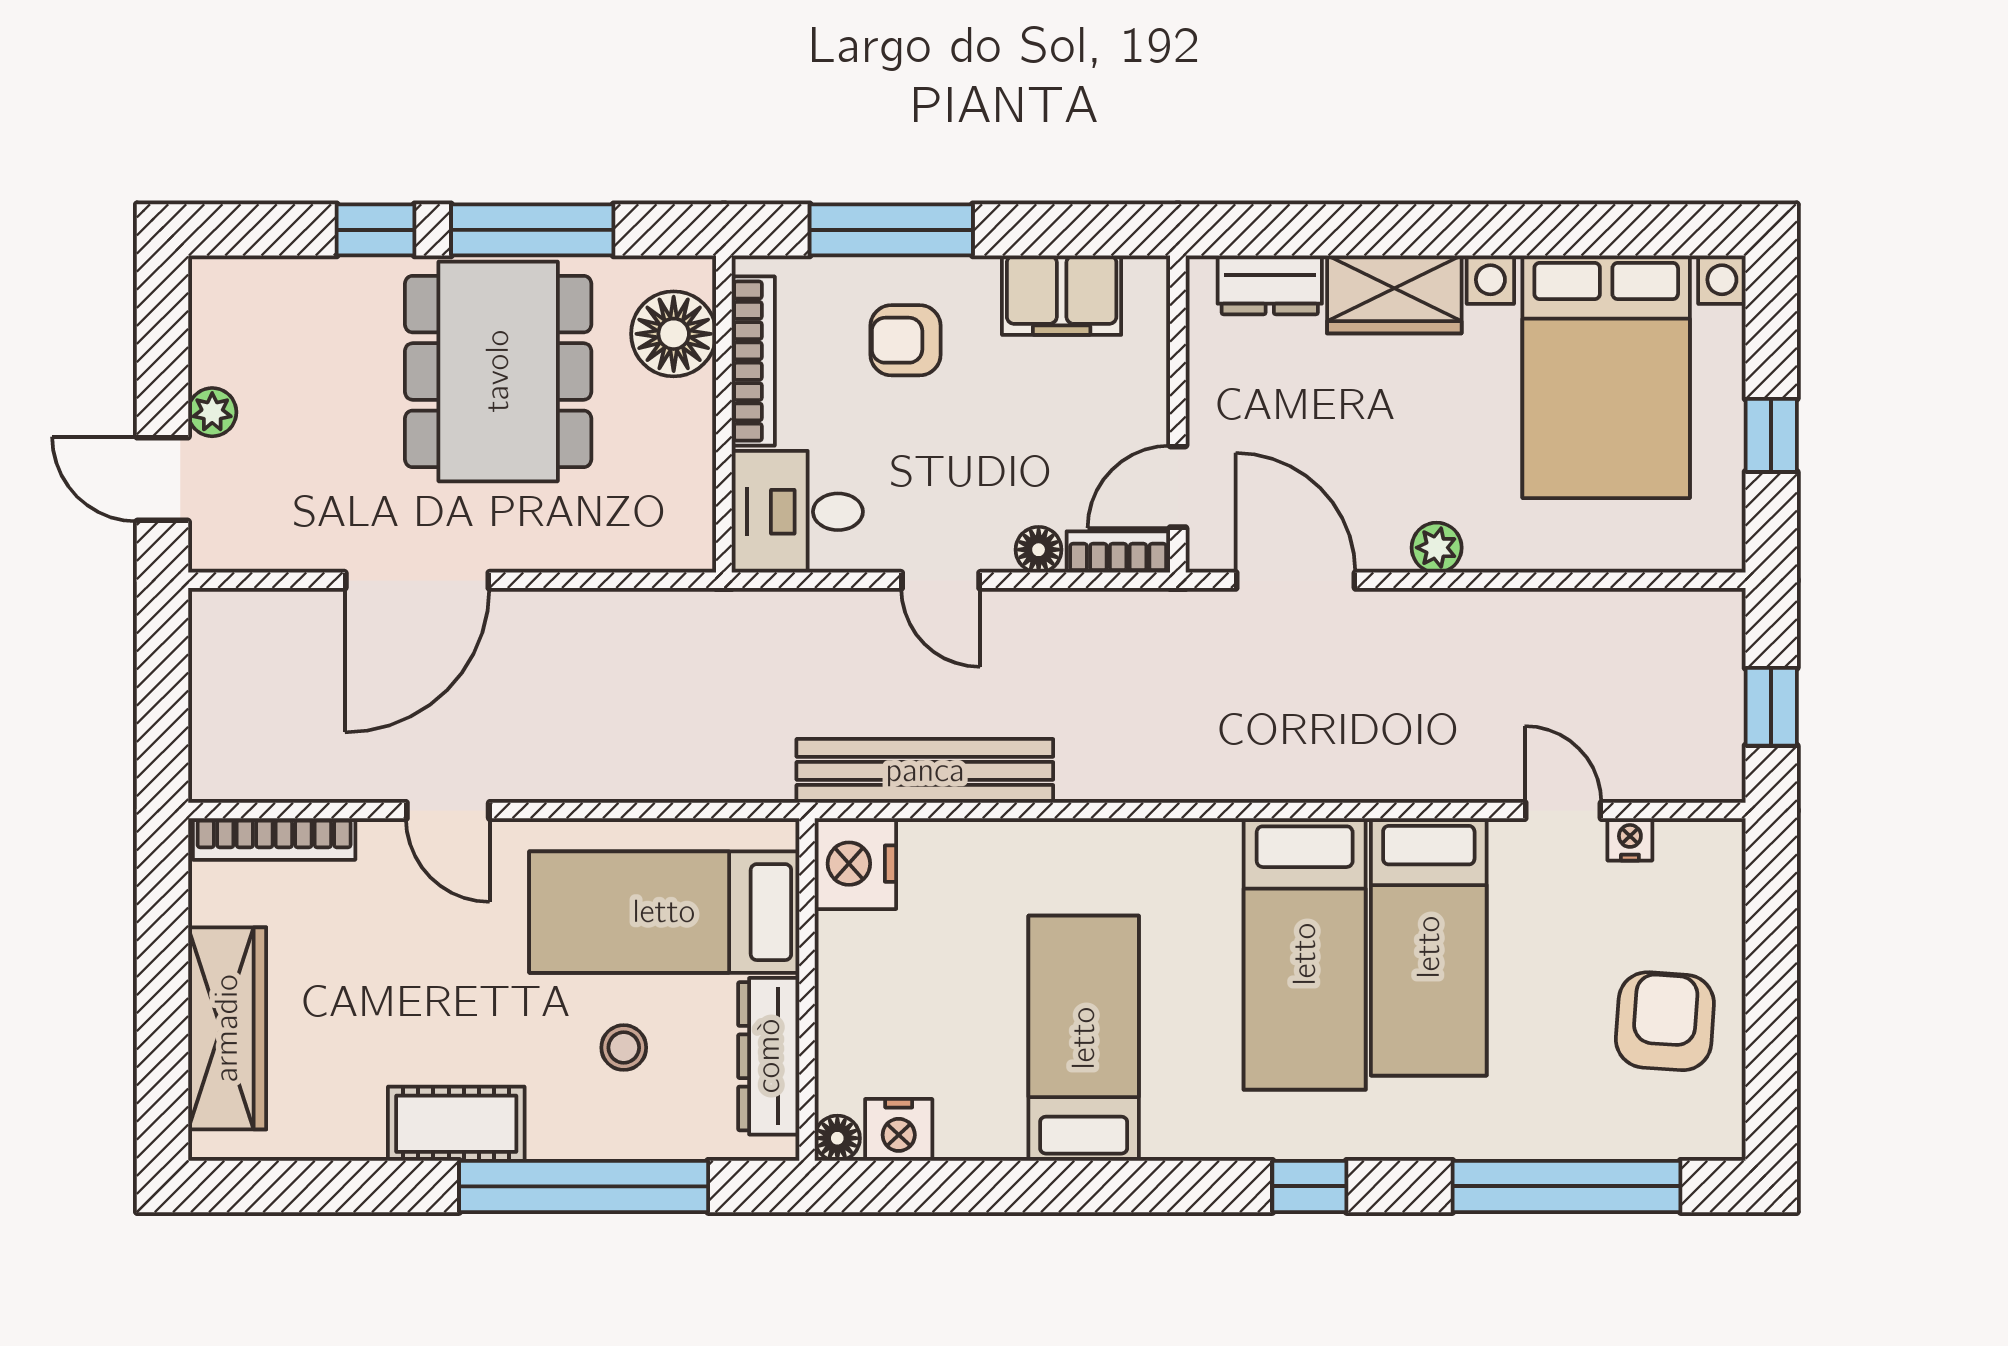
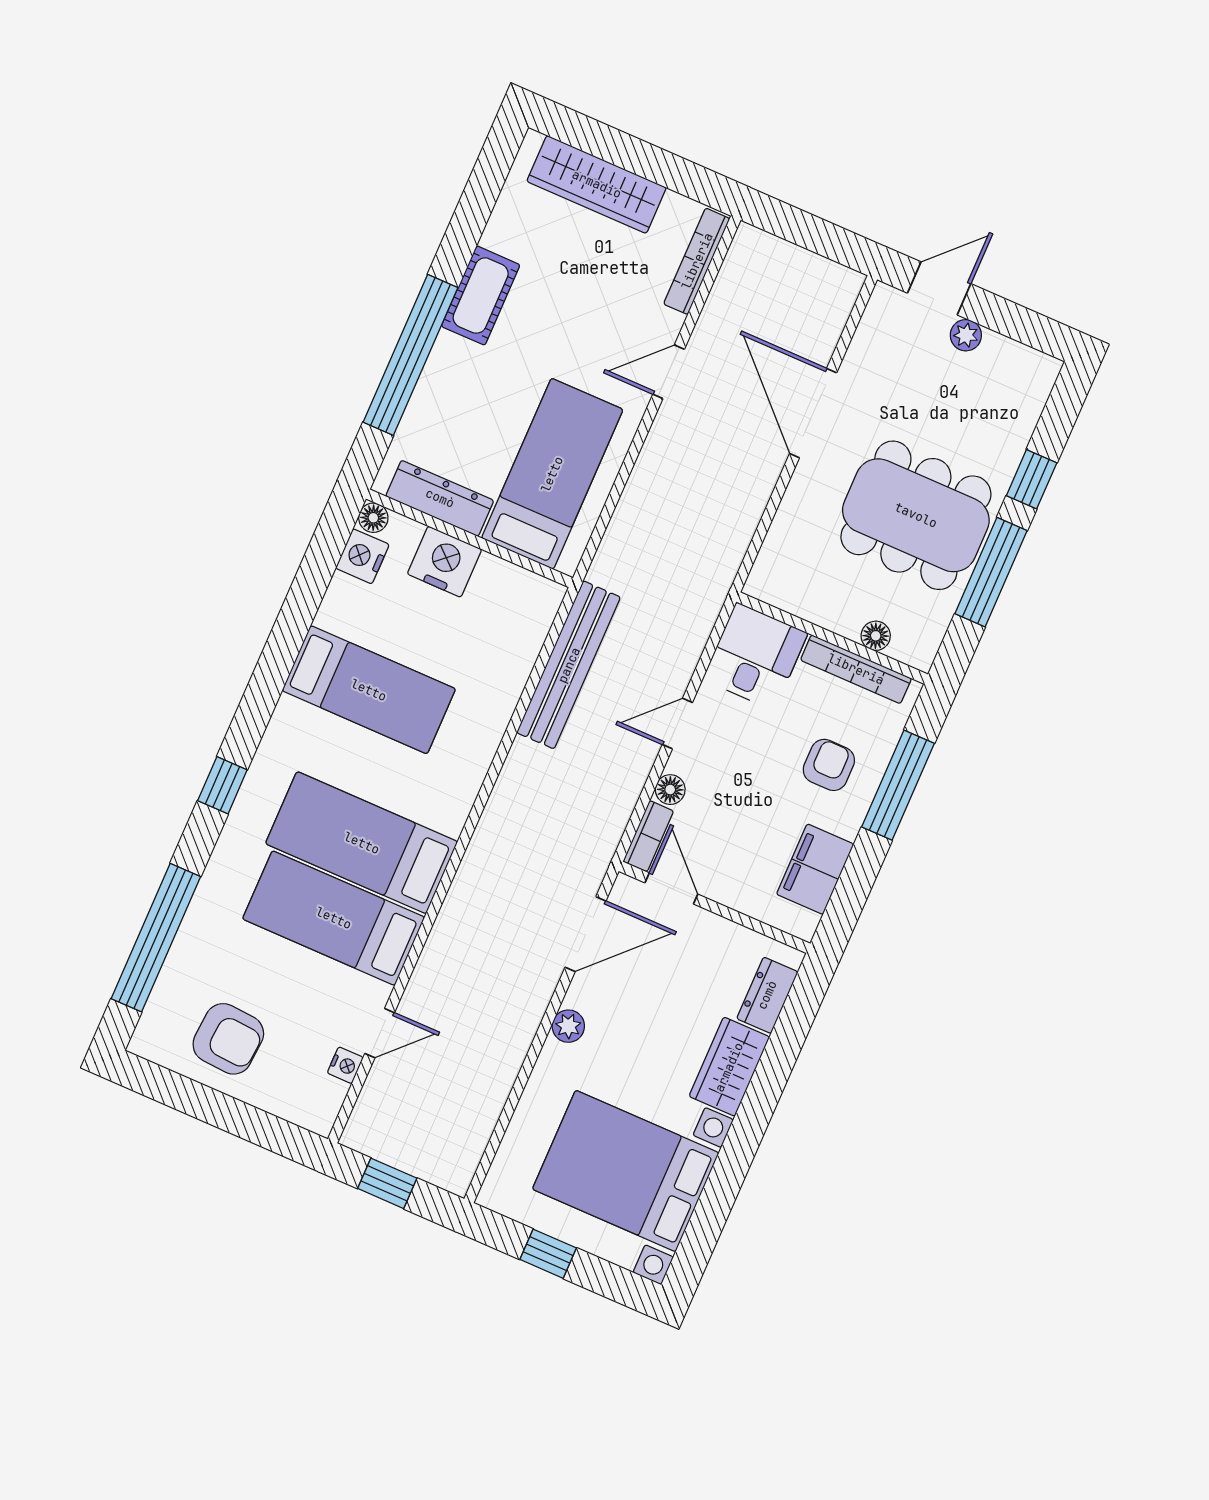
floor lamp: (674, 334) -> (876, 636), width x0.53, depth x0.53
nightstand: (855, 864) -> (444, 562), moved
stool: (624, 1048) -> (482, 415), removed

